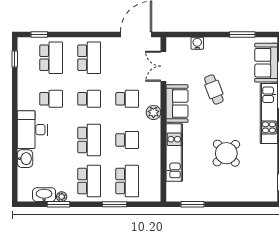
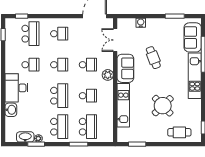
school desk: (89, 58) -> (59, 34), width x0.54
cafe table: (248, 189) -> (179, 132), added

